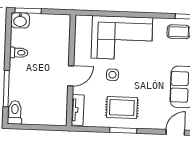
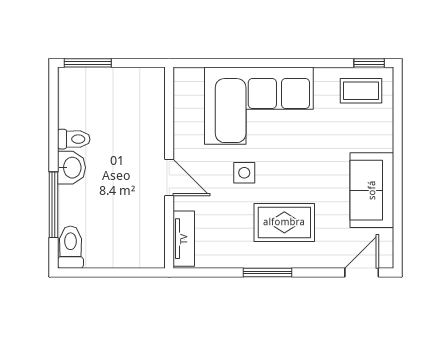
washbasin: (20, 20) -> (71, 168), moved, turned -90
door: (71, 76) -> (169, 177), hinge flipped
rug: (122, 108) -> (284, 222), moved

